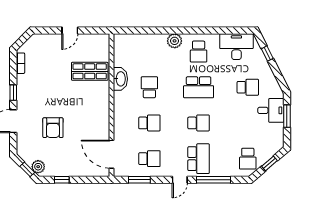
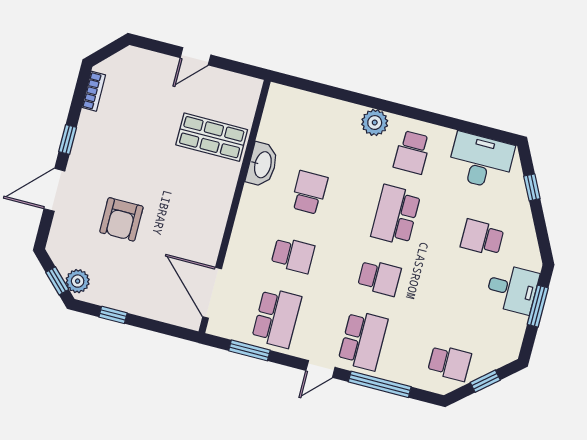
school desk: (199, 87) -> (396, 215), turned 90
school desk: (248, 87) -> (482, 238), turned 180
school desk: (149, 159) -> (277, 318), width x1.85
school desk: (248, 159) -> (449, 363), turned -90

